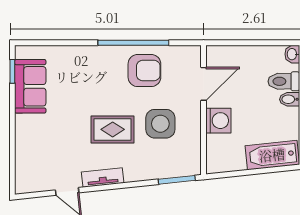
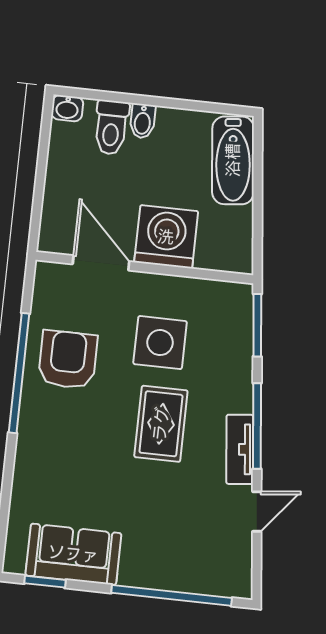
washing machine: (218, 121) -> (166, 237), width x1.37, depth x1.37
window: (12, 147) -> (172, 595), added
window: (117, 186) -> (257, 426), added

